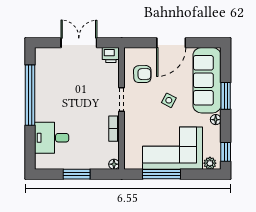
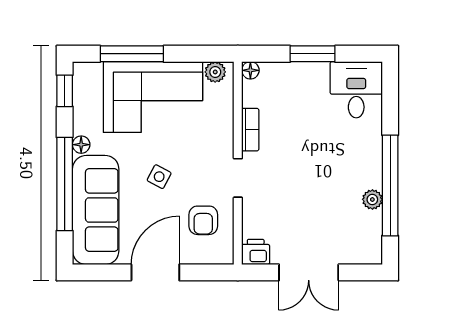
armchair: (142, 74) -> (203, 220), turned -89
plant: (41, 87) -> (372, 199), added
window: (226, 96) -> (65, 184), width x2.11
desk: (52, 138) -> (356, 90), moved, turned -90
plant: (210, 163) -> (215, 72), moved
window: (161, 174) -> (132, 54), moved

